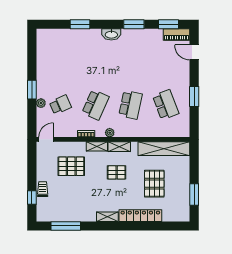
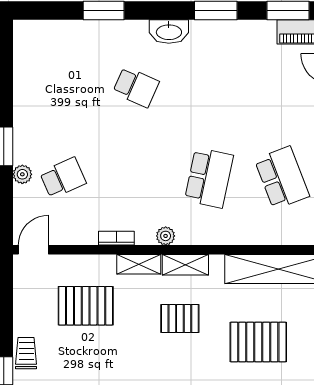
school desk: (95, 105) -> (136, 87), moved, width x0.54
pallet: (154, 184) -> (258, 342), turned 90

